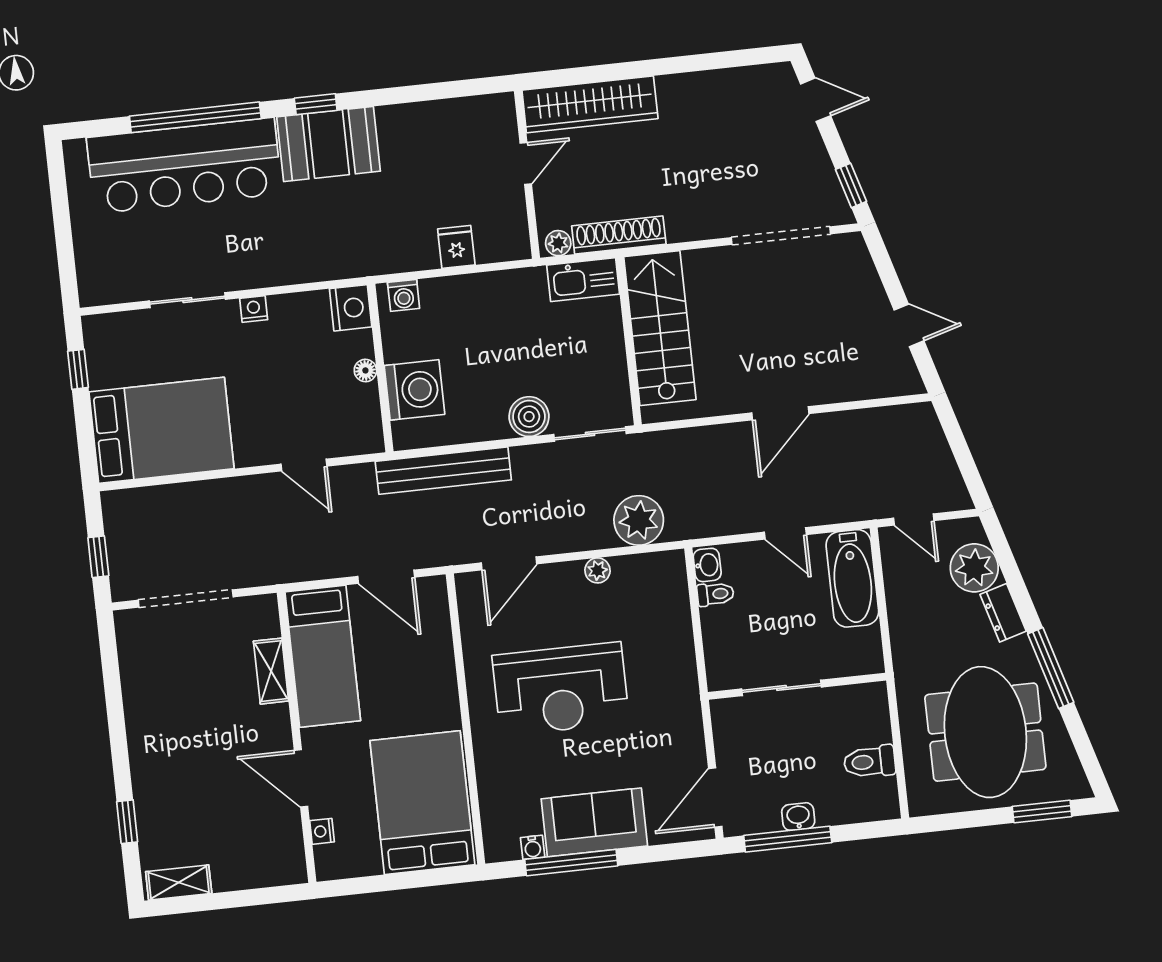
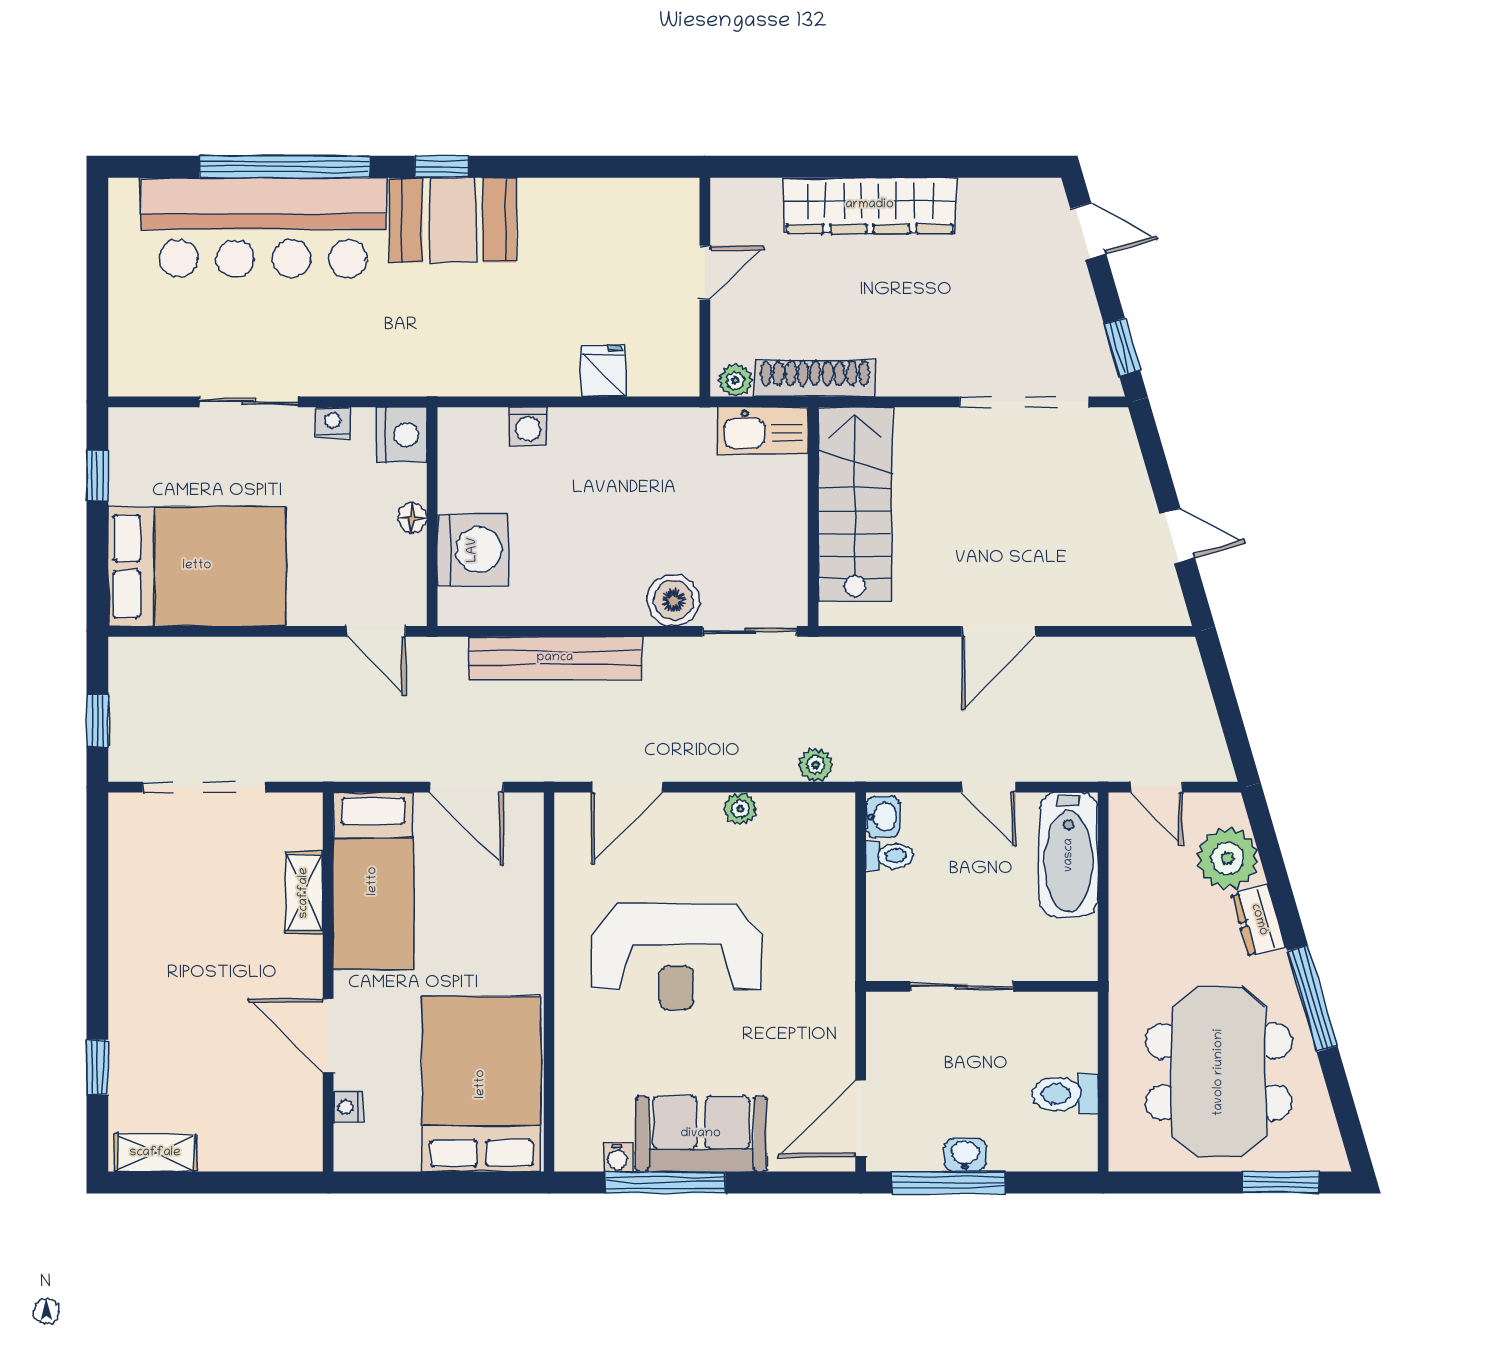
wardrobe: (590, 104) -> (870, 205), moved
nightstand: (351, 308) -> (402, 435), moved
wall: (380, 368) -> (432, 517), moved
floor lamp: (365, 370) -> (412, 518), moved
washing machine: (414, 390) -> (473, 550), moved
plant: (639, 520) -> (816, 765), width x0.53, depth x0.53

